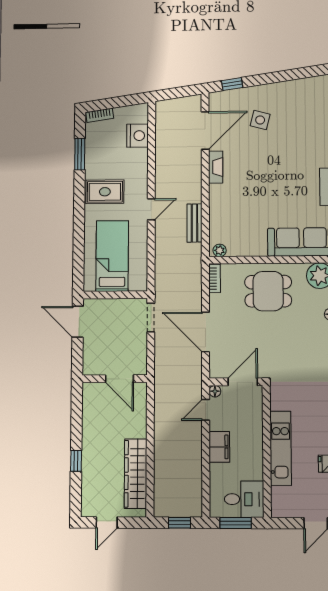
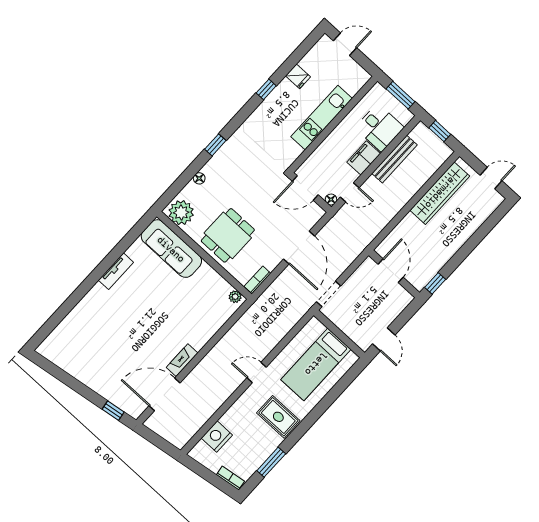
side table: (260, 120) -> (118, 365), removed
bench: (194, 223) -> (394, 159), moved, width x1.36
dining table: (268, 291) -> (228, 235), turned 90
door: (78, 322) -> (384, 339), width x0.73
window: (76, 461) -> (435, 283), moved
desk: (244, 499) -> (379, 128), moved, turned 180

